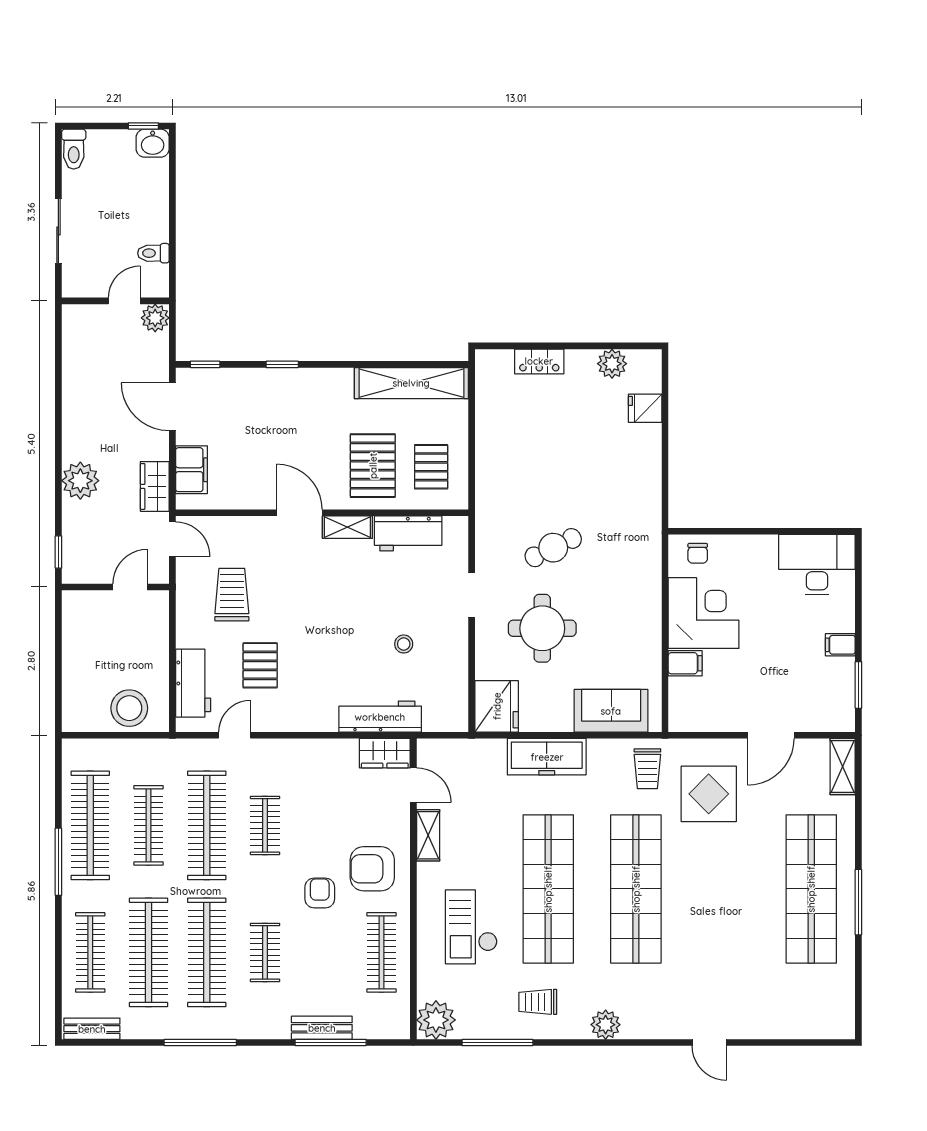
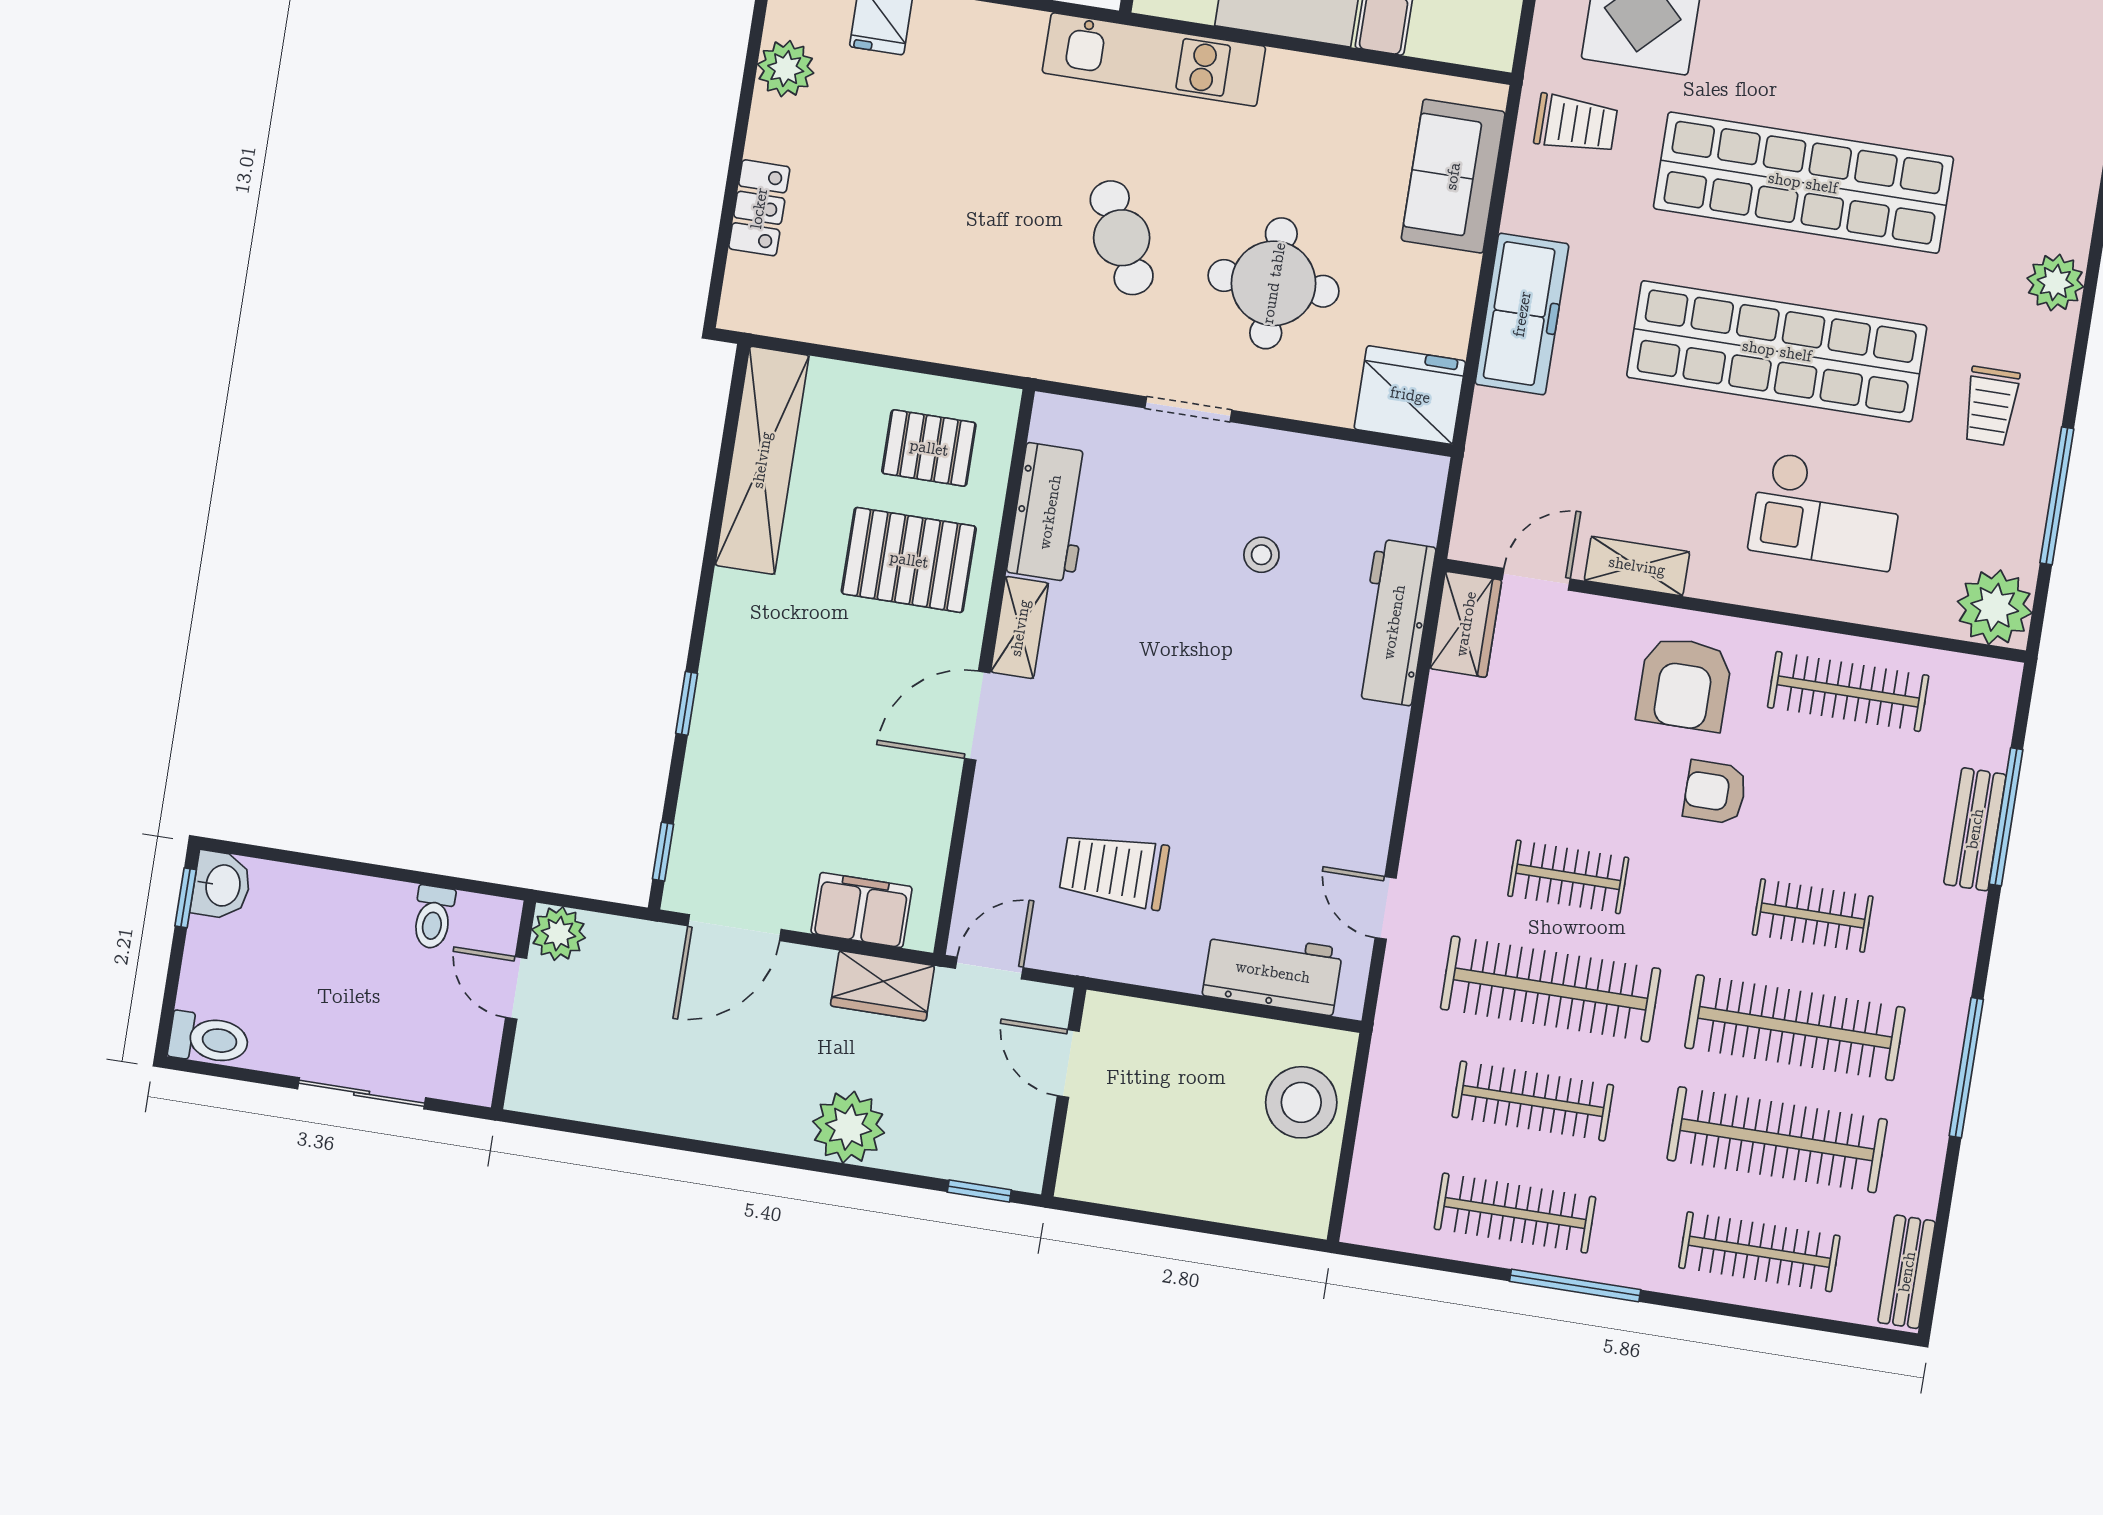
kitchen unit: (646, 550) -> (1154, 60), added
pallet: (260, 665) -> (1259, 837), removed
clothes rail: (90, 825) -> (1515, 1213), width x0.73, depth x0.76

